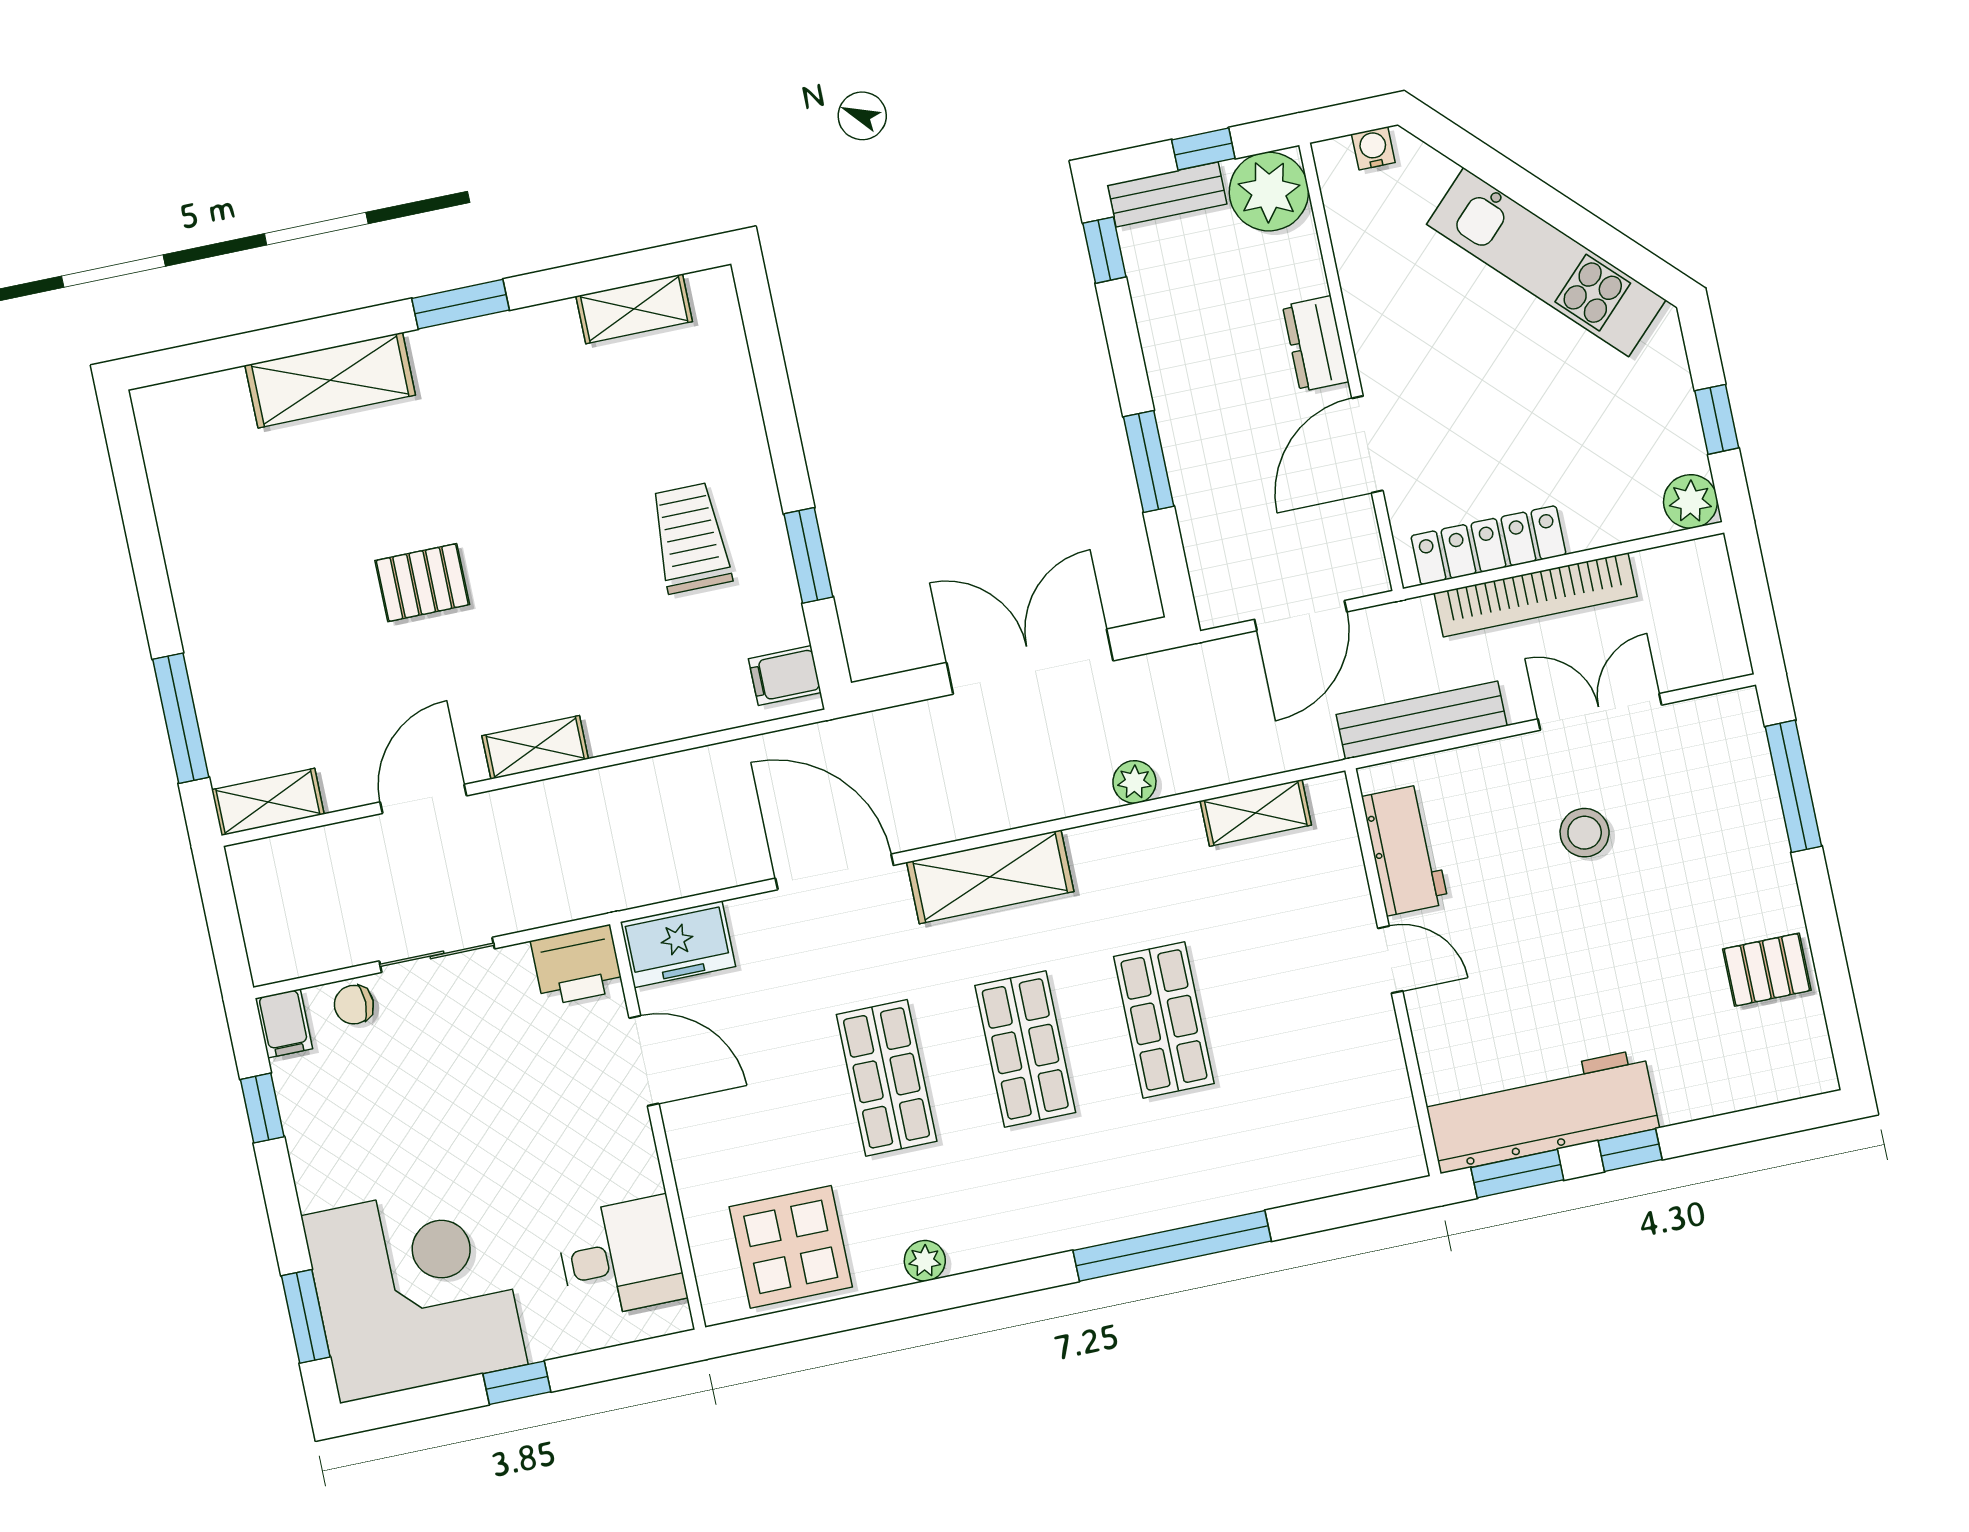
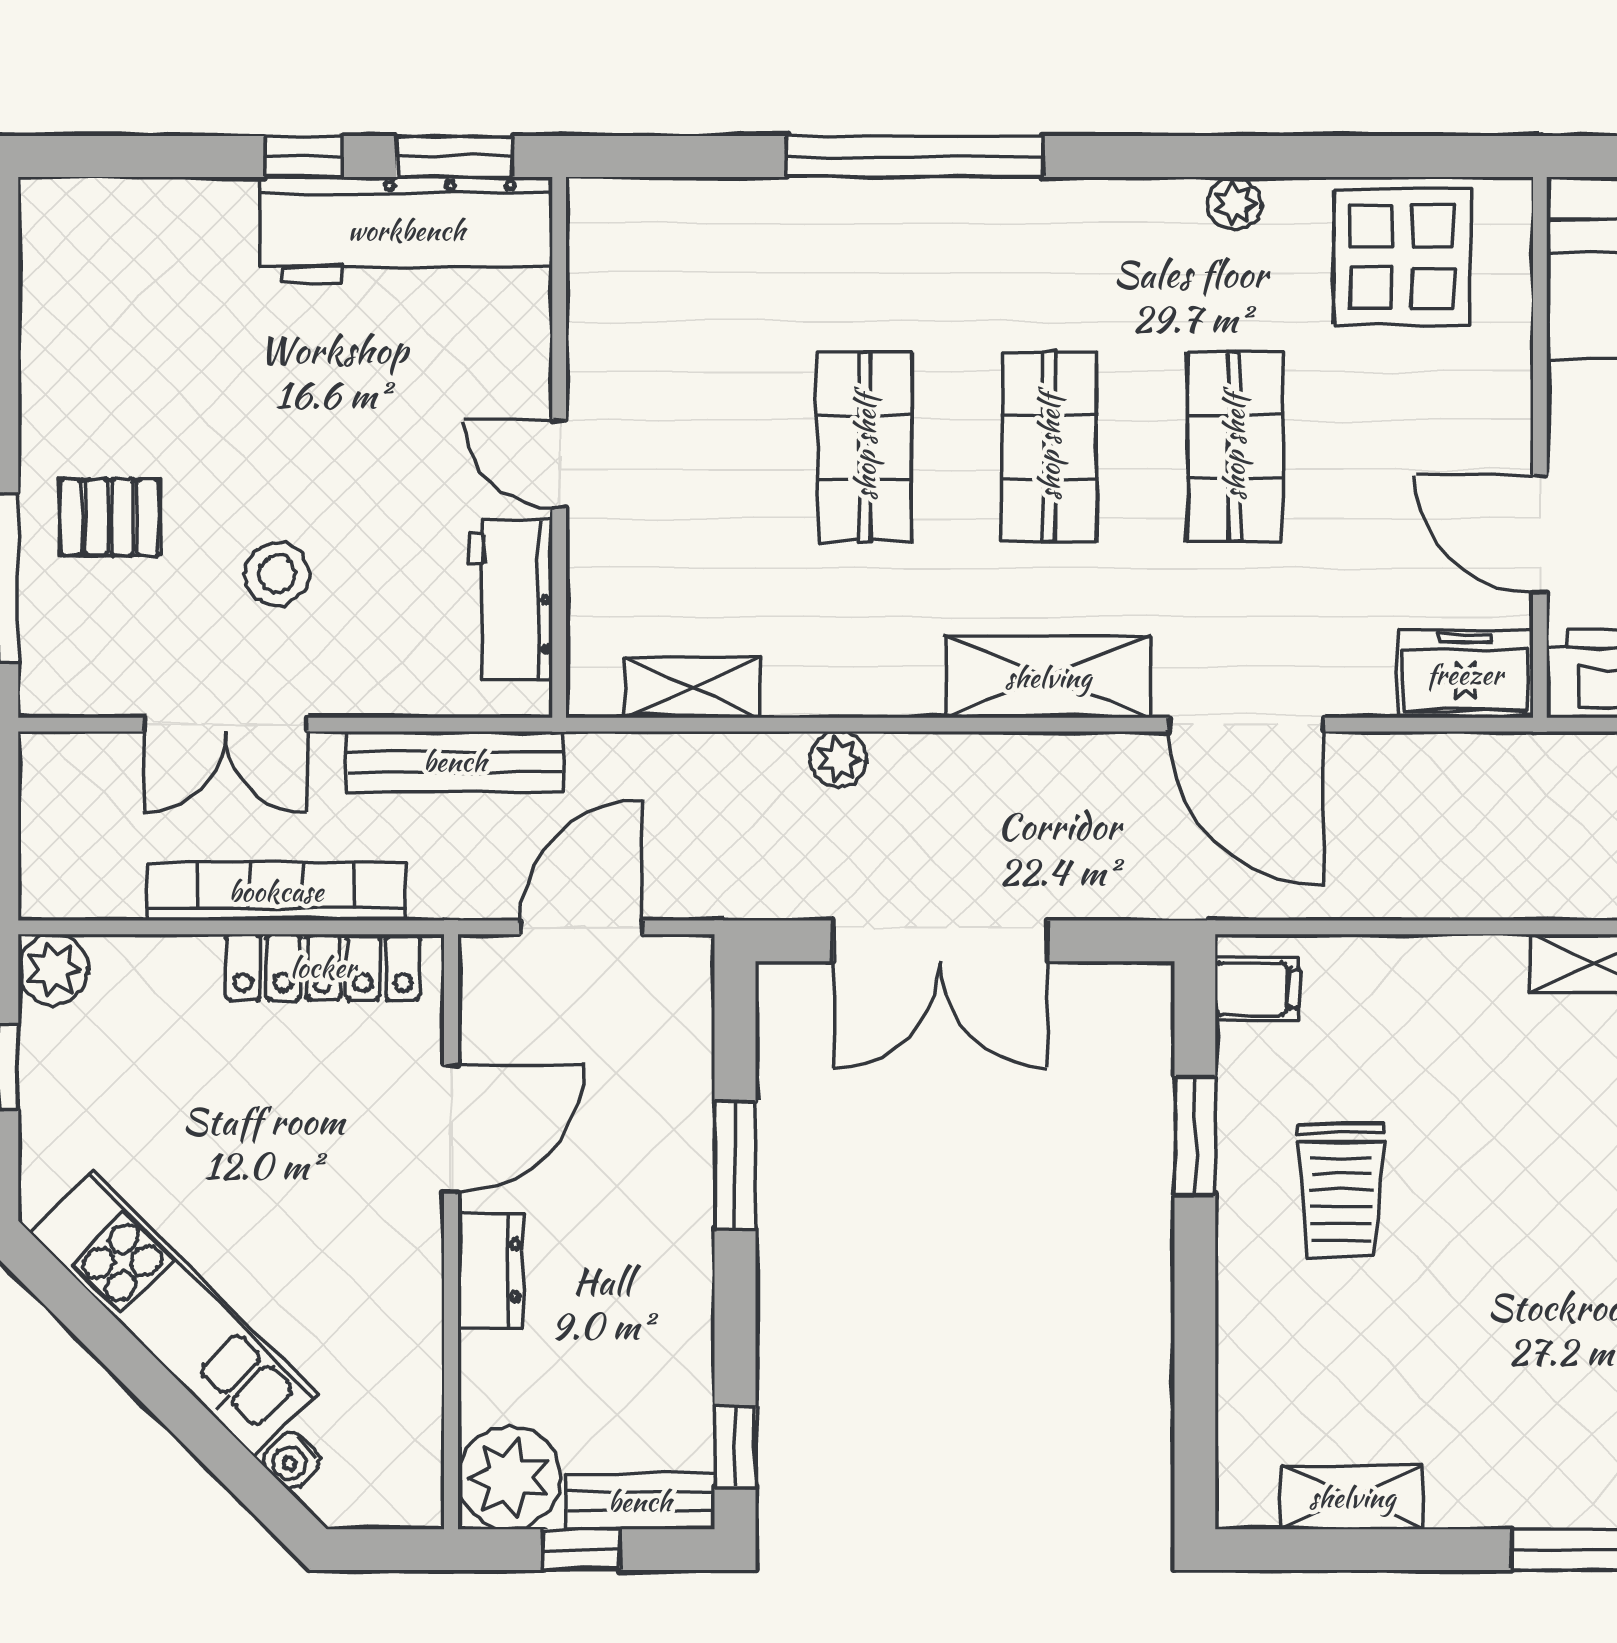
water cooler: (1373, 148) -> (292, 1460), moved, turned 45
pallet: (1767, 970) -> (110, 517), moved

